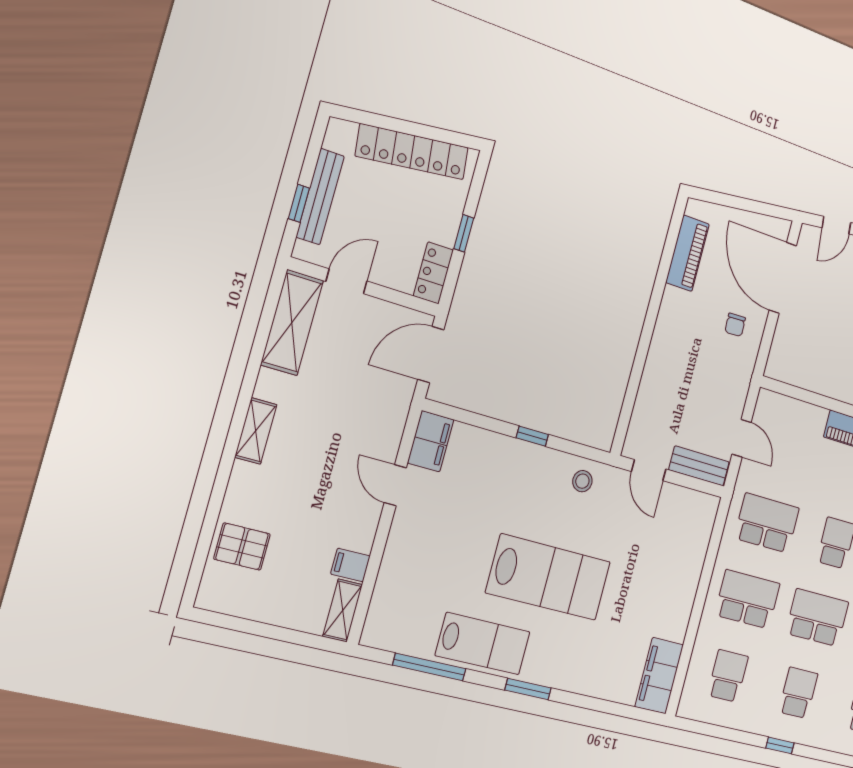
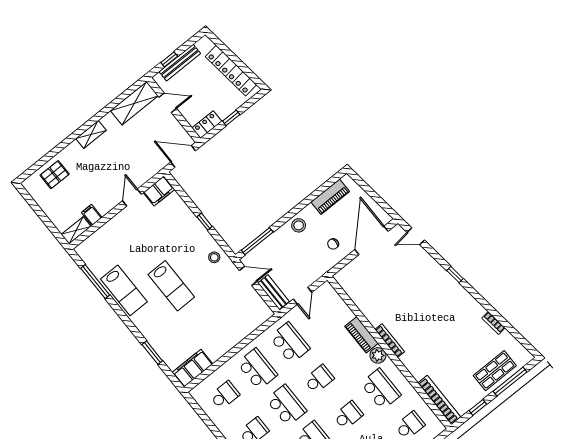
stool: (671, 334) -> (299, 225), added
window: (628, 405) -> (257, 241), added
door: (649, 470) -> (248, 276), swing flipped
pallet: (242, 547) -> (55, 175), turned 90
lab bench: (548, 577) -> (171, 286), width x0.73, depth x0.72
window: (528, 689) -> (152, 353), moved

